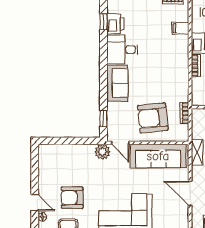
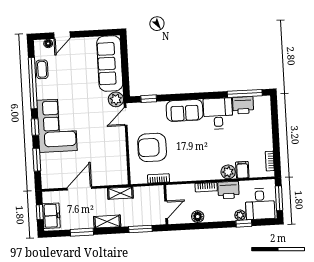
window: (103, 22) -> (245, 93), width x2.17
plant: (182, 43) -> (228, 172), added
armchair: (153, 118) -> (152, 147), turned -84
sofa: (158, 156) -> (110, 63), moved
armchair: (72, 198) -> (69, 72), removed

